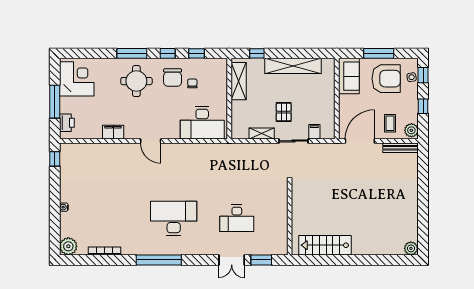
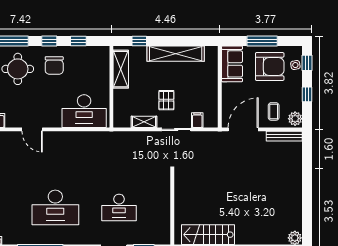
chair: (192, 83) -> (74, 71), removed
desk: (174, 218) -> (55, 207), turned 180

